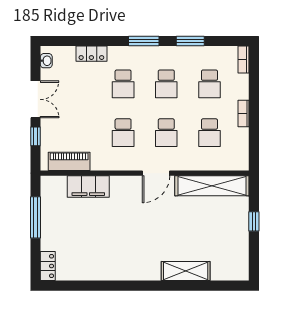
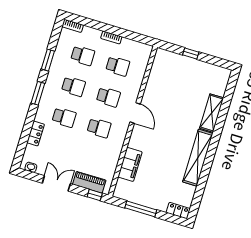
window: (35, 136) -> (95, 195), moved
piano: (69, 161) -> (89, 182), moved, turned 90
shelving: (212, 186) -> (198, 158), moved

